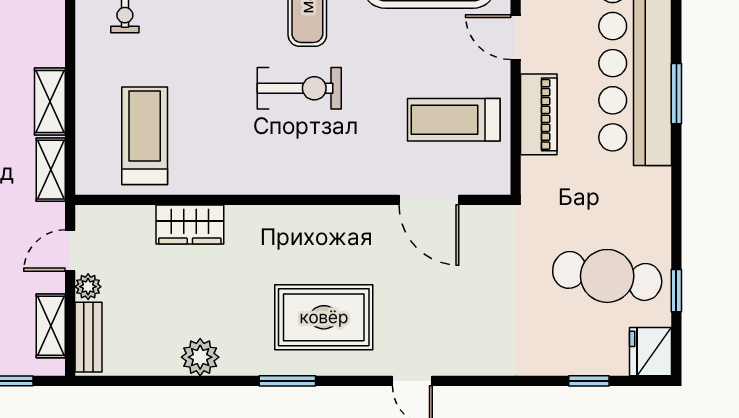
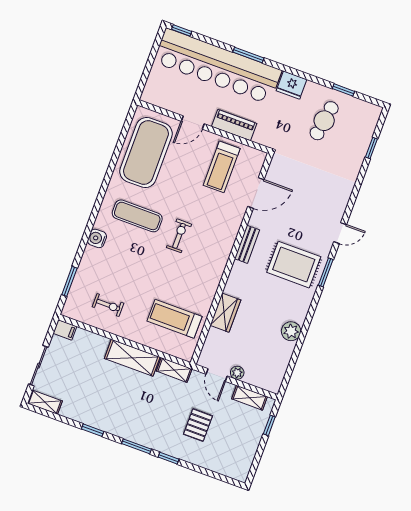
exercise bike: (299, 88) -> (179, 236), width x0.73, depth x0.72
shelving: (50, 102) -> (132, 358), width x1.50, depth x1.33
cafe table: (607, 276) -> (324, 121), width x0.73, depth x0.74
rug: (324, 317) -> (294, 265), turned 90
bench: (88, 337) -> (247, 244), moved, turned 90
fridge: (650, 352) -> (292, 85), moved
window: (287, 381) -> (326, 272), moved

